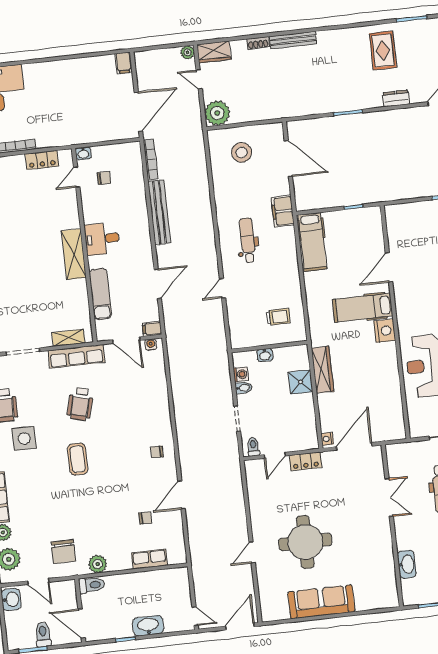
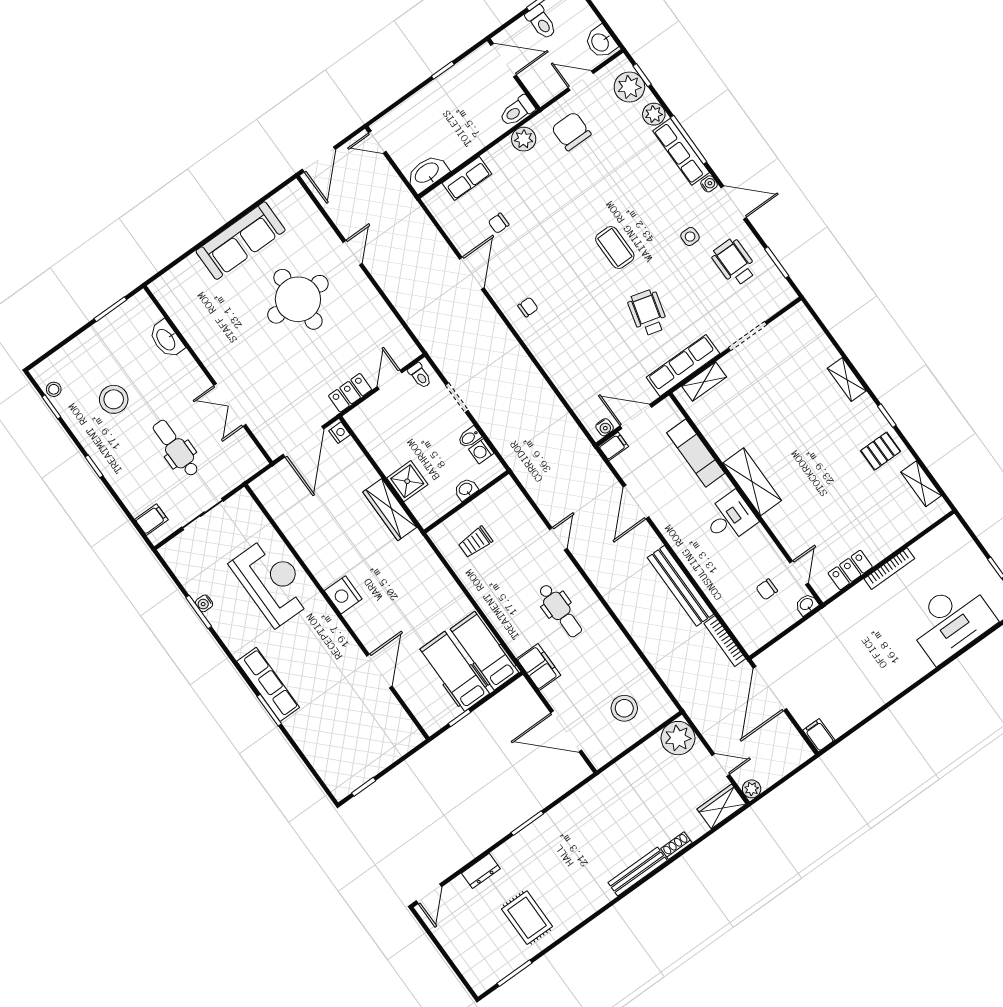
hospital bed: (363, 308) -> (455, 671), moved, turned -90
side table: (24, 439) -> (690, 237), width x0.54, depth x0.54
washbasin: (148, 626) -> (427, 173), moved, turned 180

